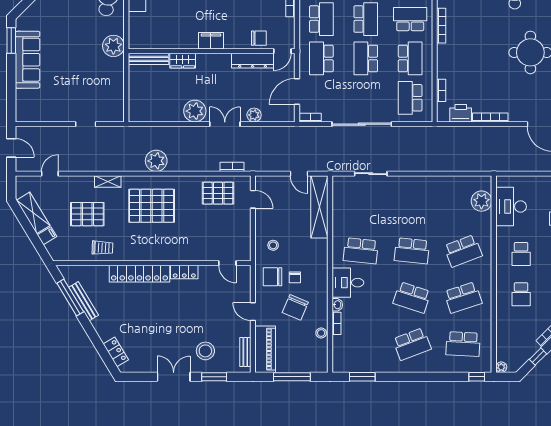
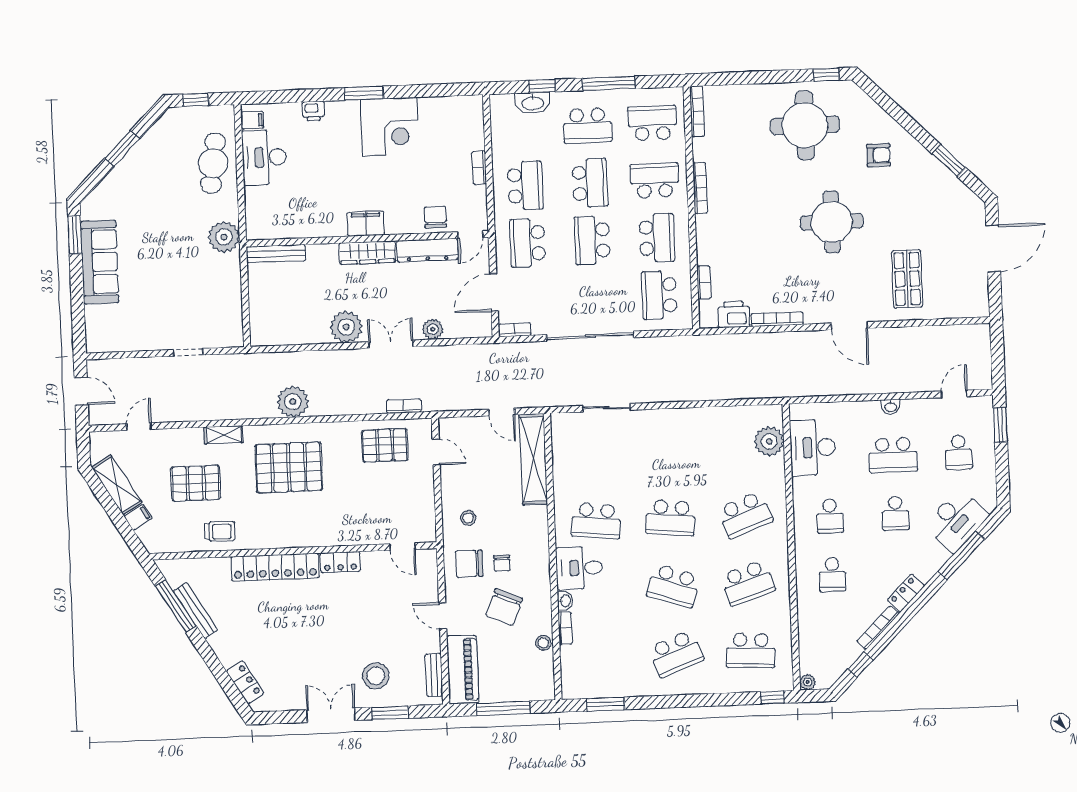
chair: (259, 38) -> (435, 217), turned -90
wardrobe: (183, 61) -> (367, 253), moved, width x1.50

